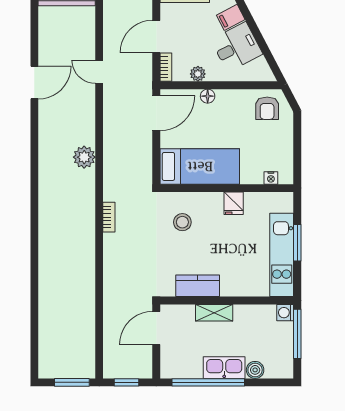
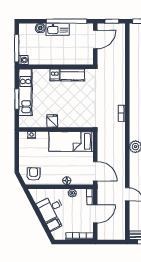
door: (156, 113) -> (95, 171), swing flipped
stool: (182, 222) -> (81, 110), removed
dishwasher: (229, 286) -> (55, 75), added
shelving: (214, 313) -> (63, 60), removed
door: (156, 328) -> (95, 39), moved

